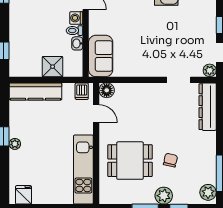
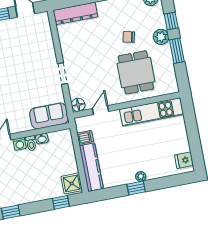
shower: (53, 67) -> (72, 183), moved
plant: (210, 70) -> (43, 18), removed
doorway: (179, 80) -> (62, 74), moved
dishwasher: (82, 91) -> (85, 137), moved

